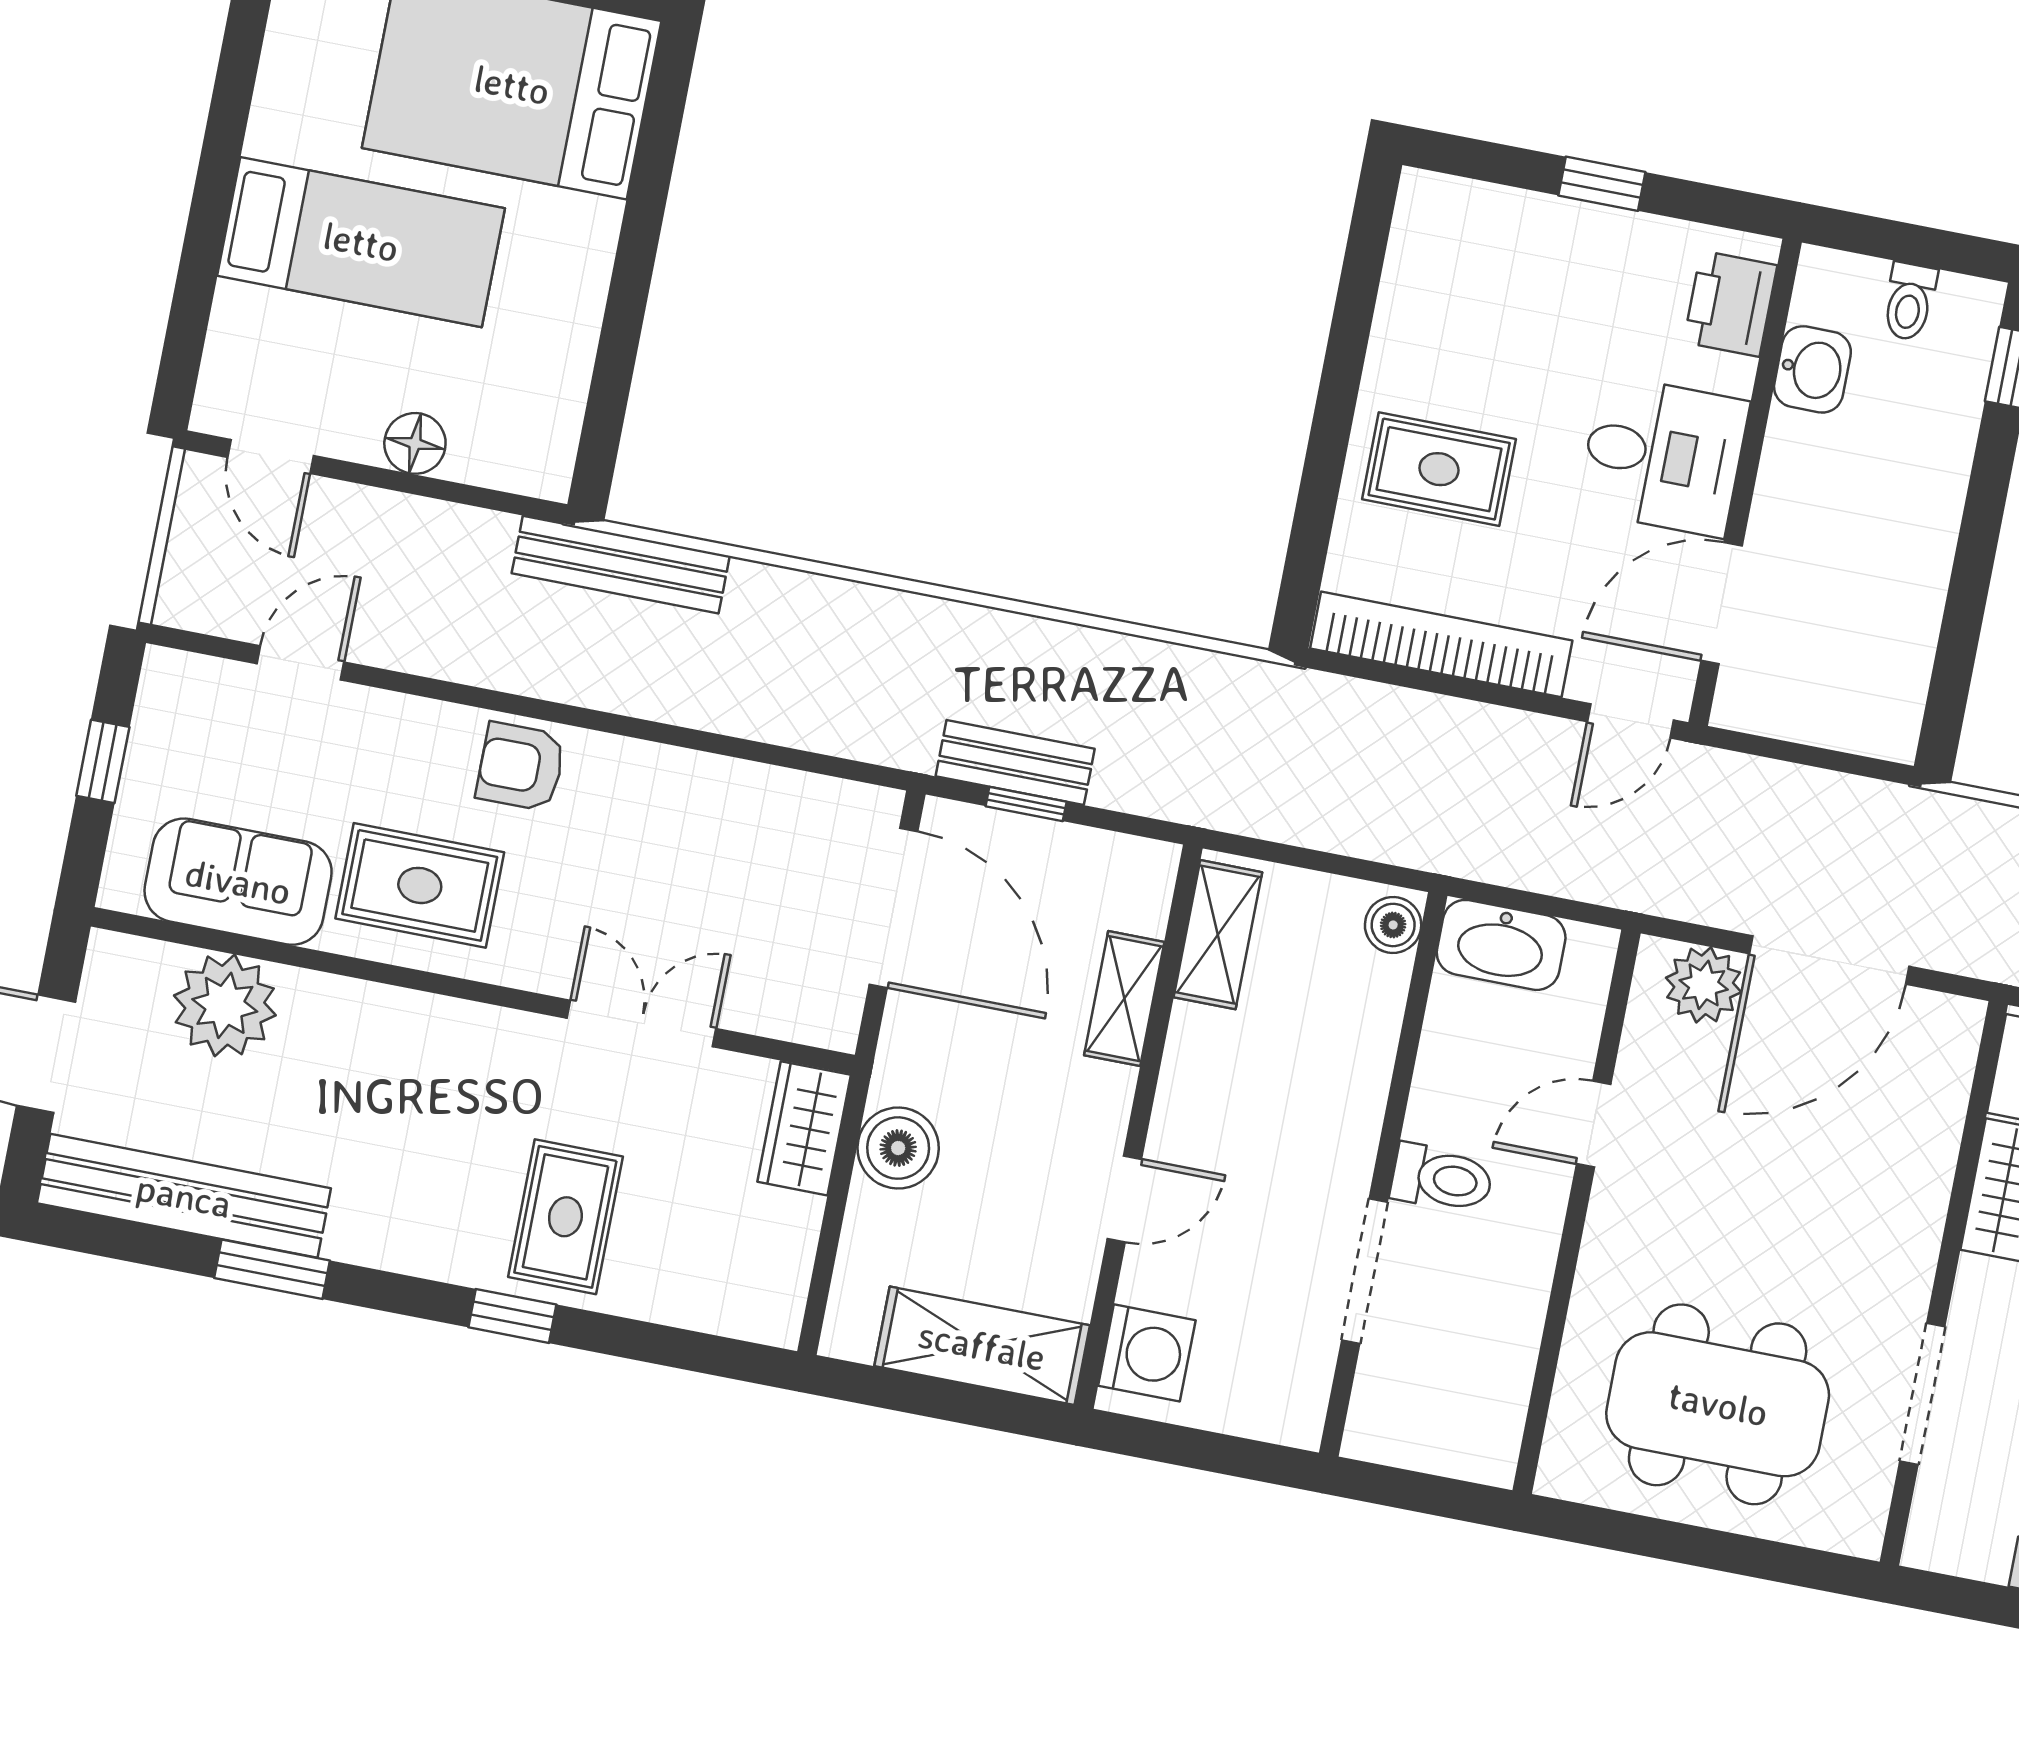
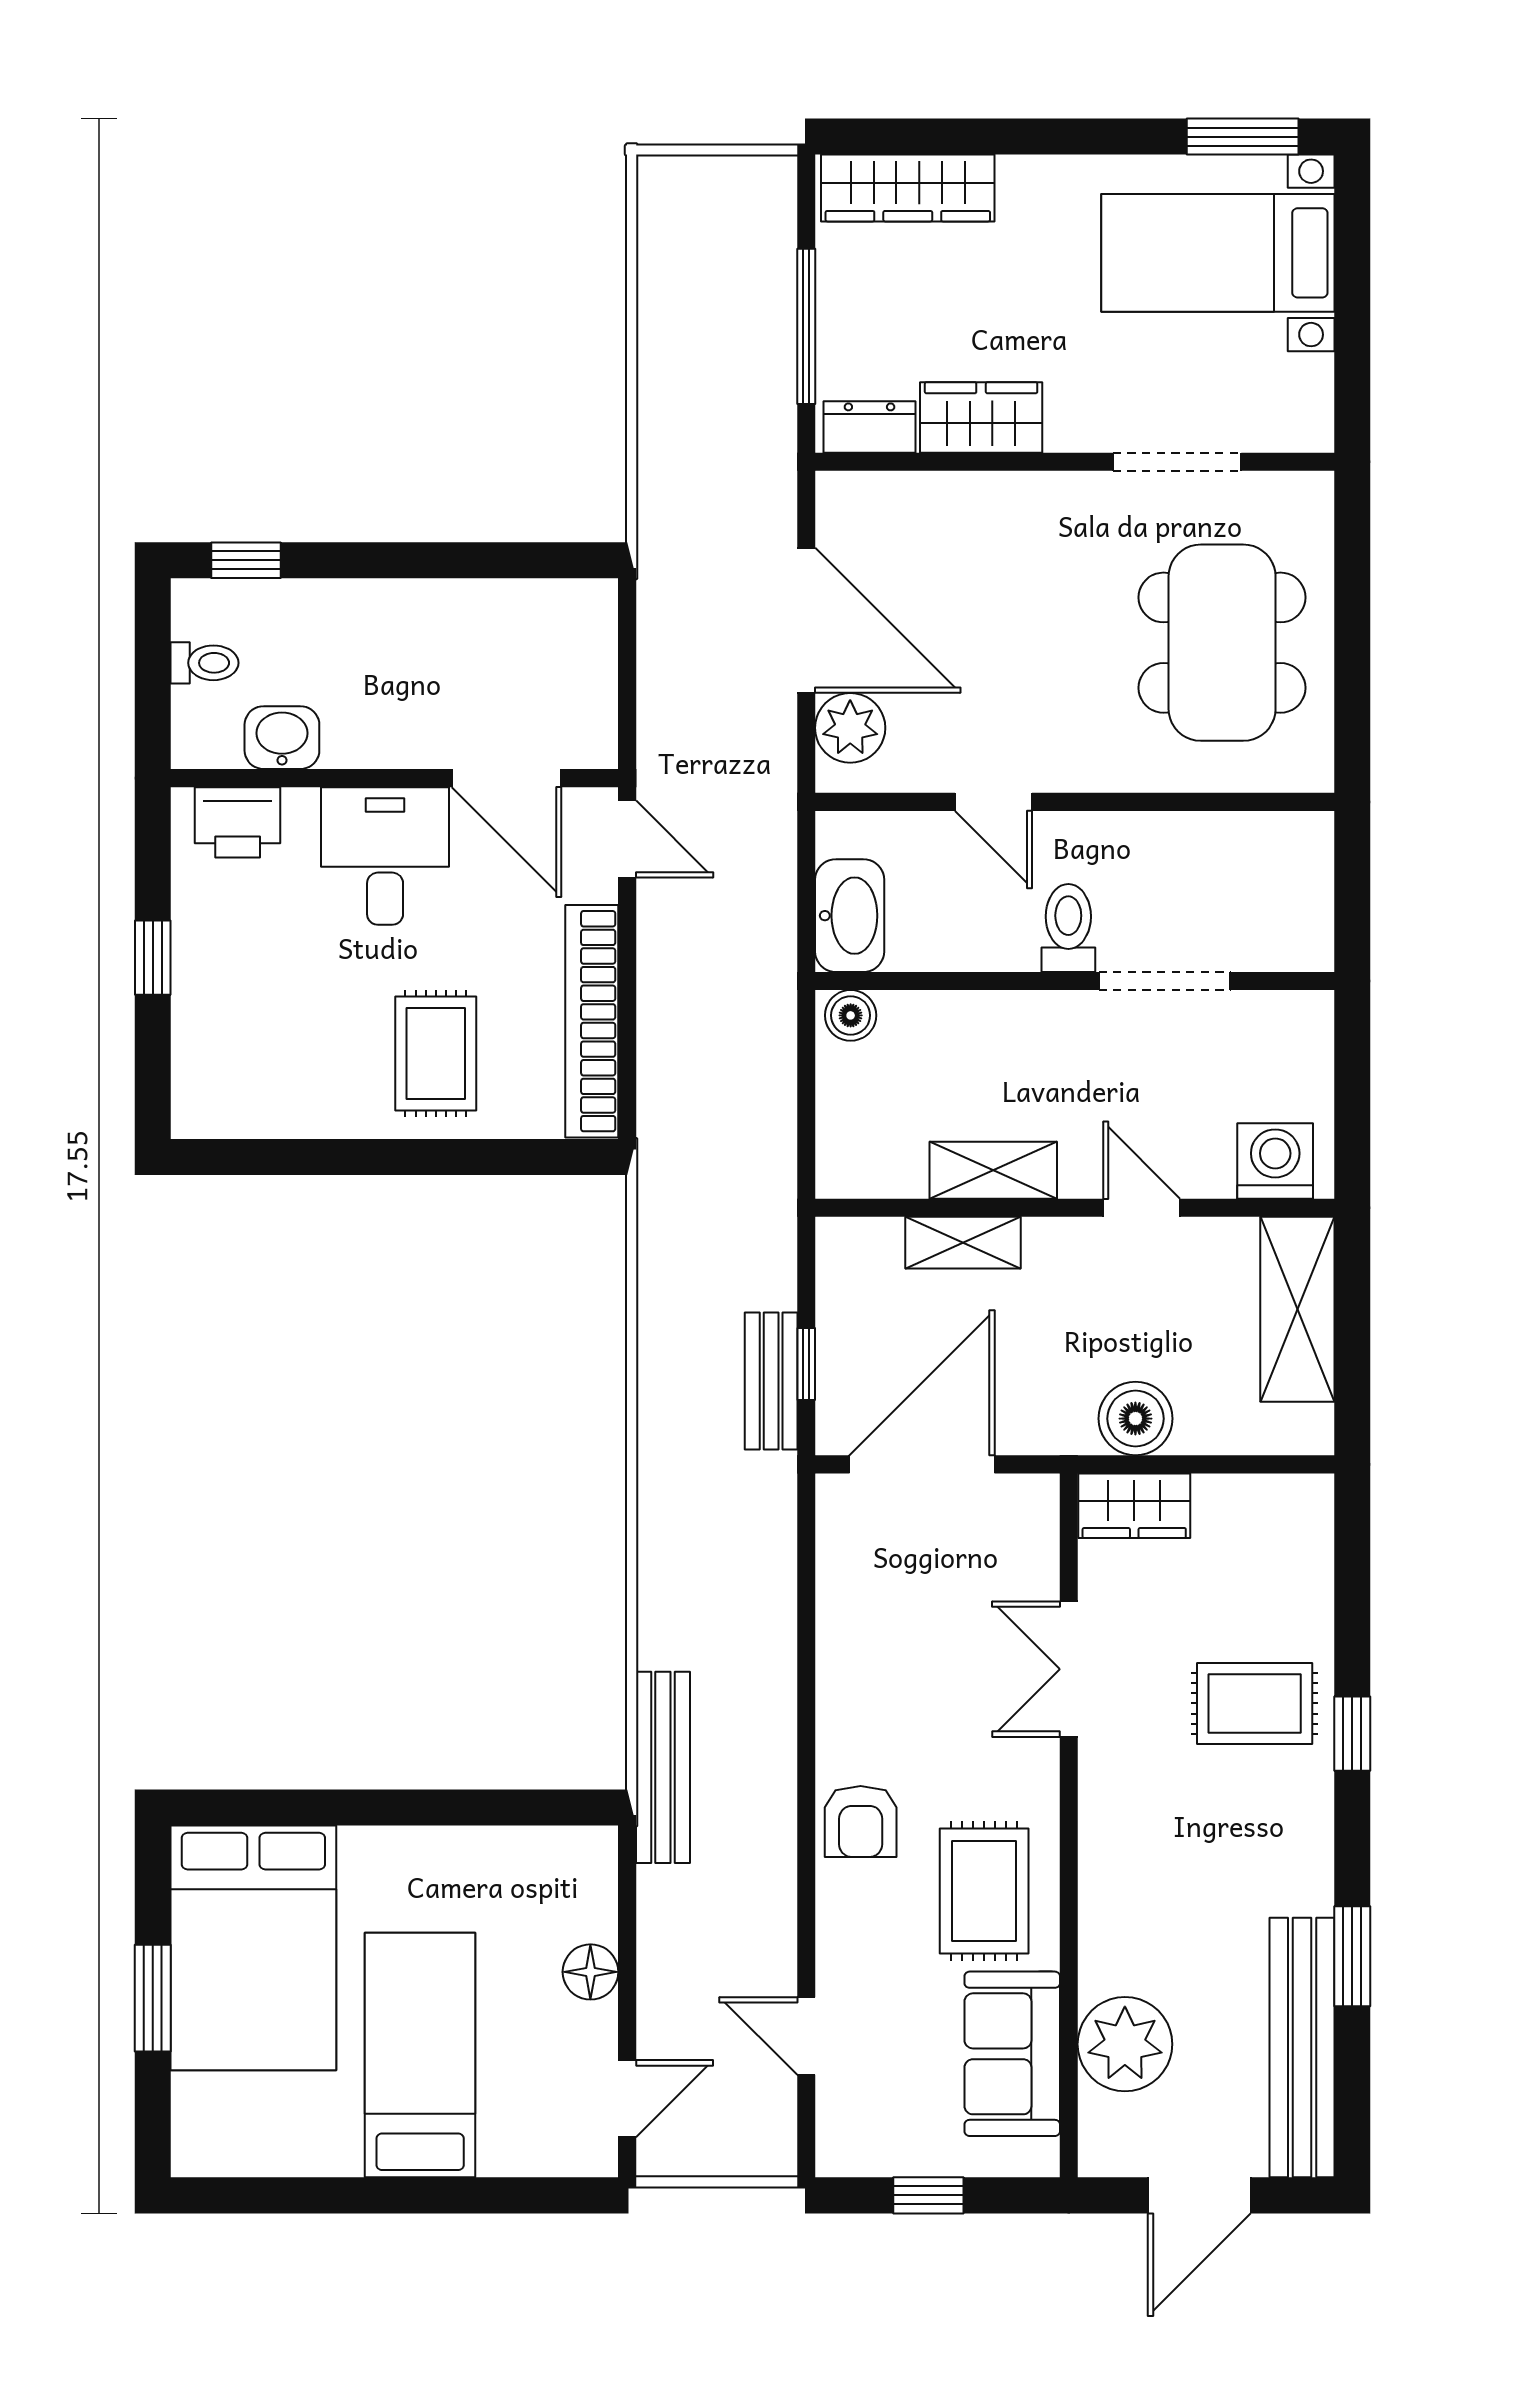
shelving: (1218, 935) -> (993, 1170), moved

